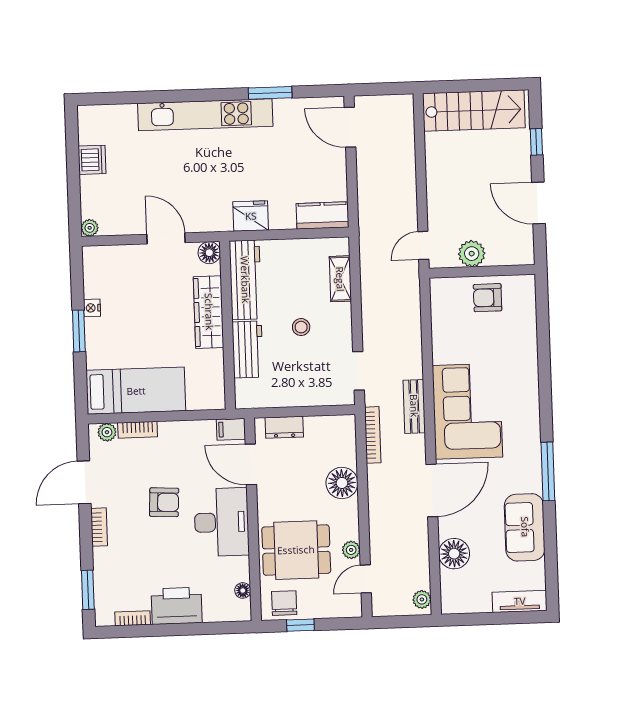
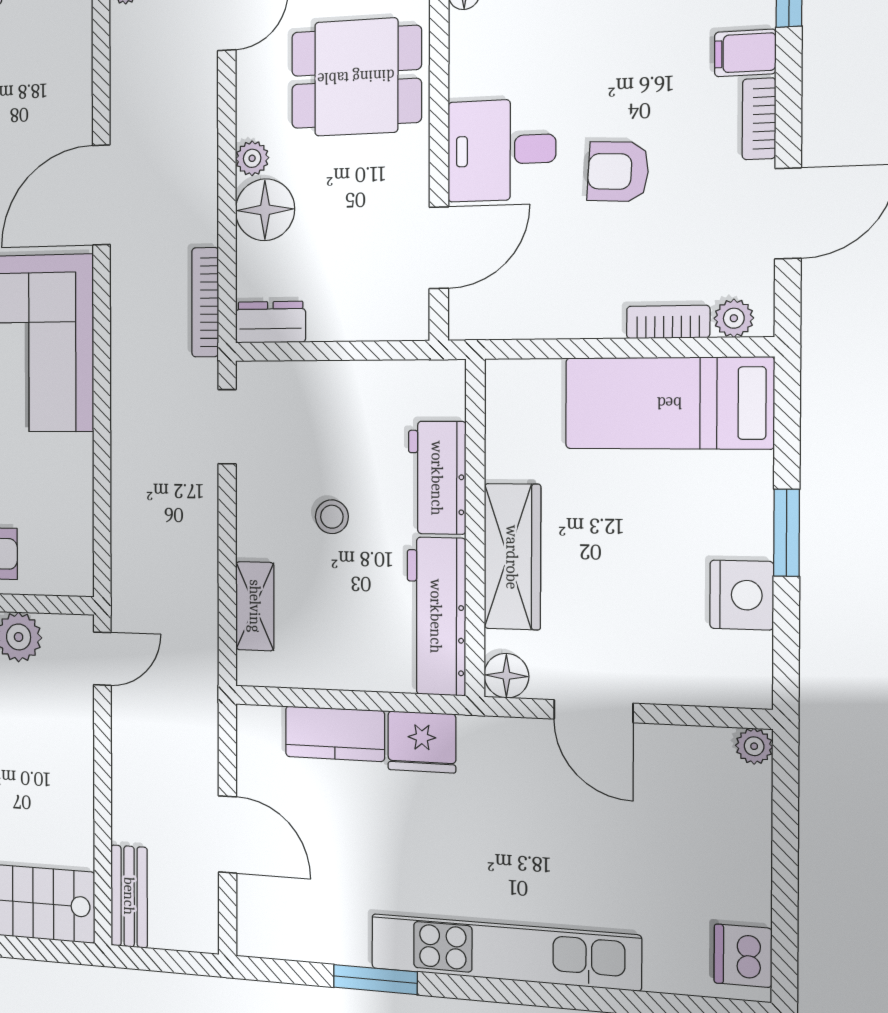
door: (350, 127) -> (227, 835), moved
dishwasher: (92, 160) -> (743, 956), moved
kitchen counter: (322, 215) -> (335, 734), moved
nightstand: (92, 308) -> (742, 595), width x1.89, depth x1.79
bench: (414, 406) -> (129, 896), moved
dresser: (284, 427) -> (270, 322), moved
filing cabinet: (231, 429) -> (745, 53), moved, turned 180
door: (251, 464) -> (439, 248), hinge flipped
desk: (222, 522) -> (502, 150), width x0.73
plant: (351, 550) -> (252, 158), moved
floor lamp: (454, 554) -> (66, 75), removed

